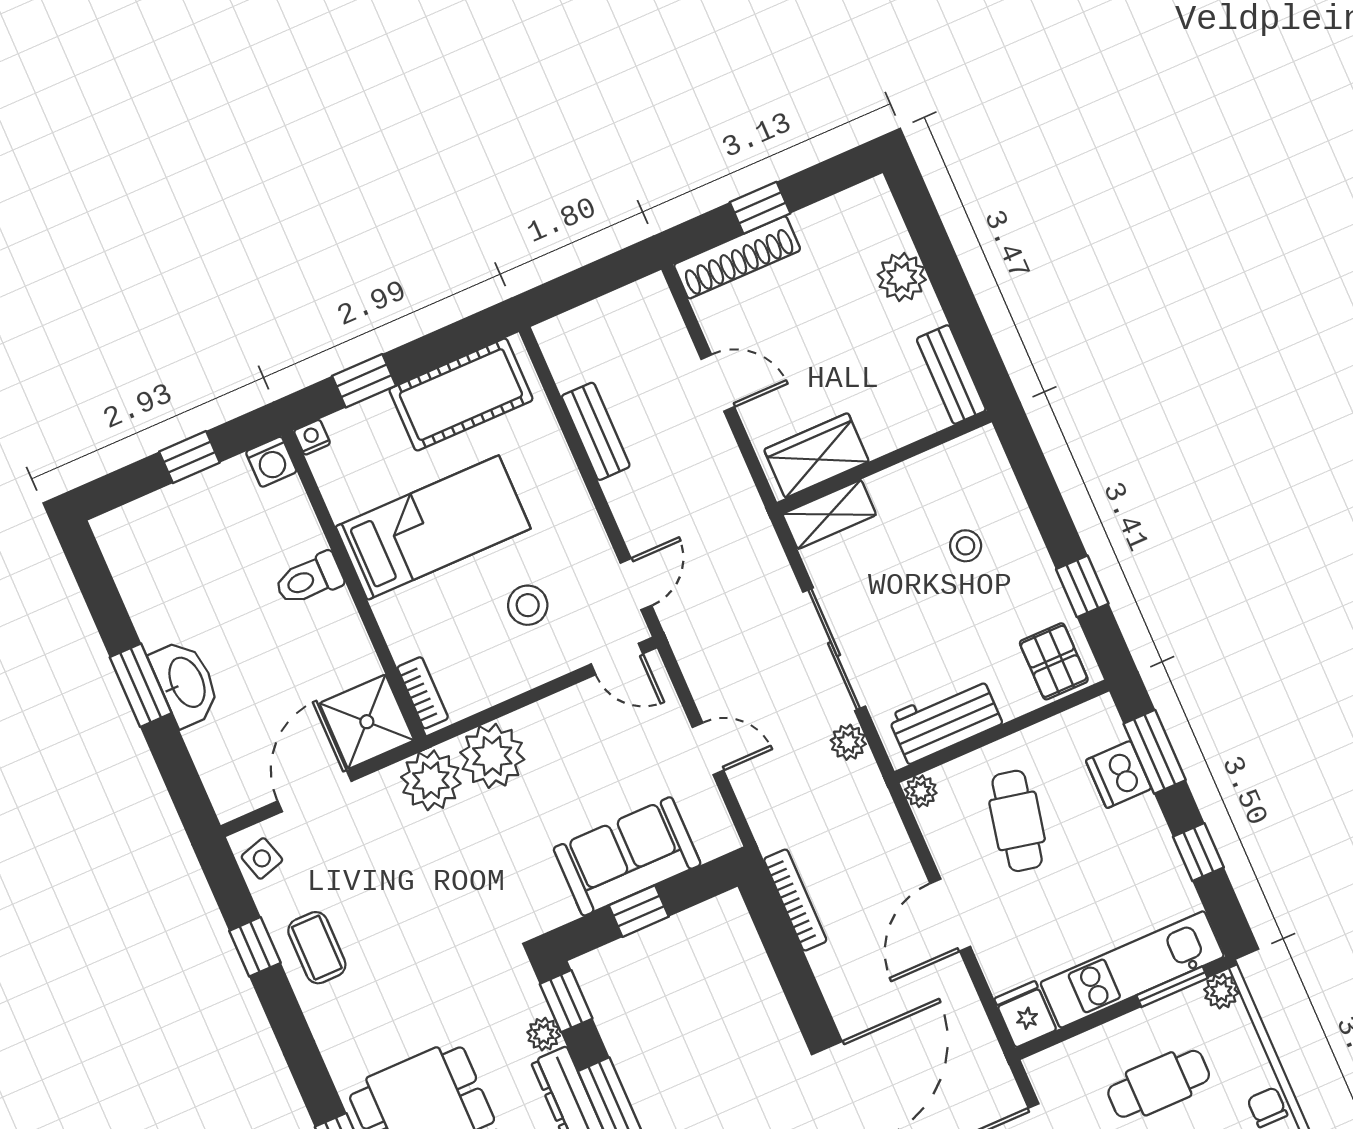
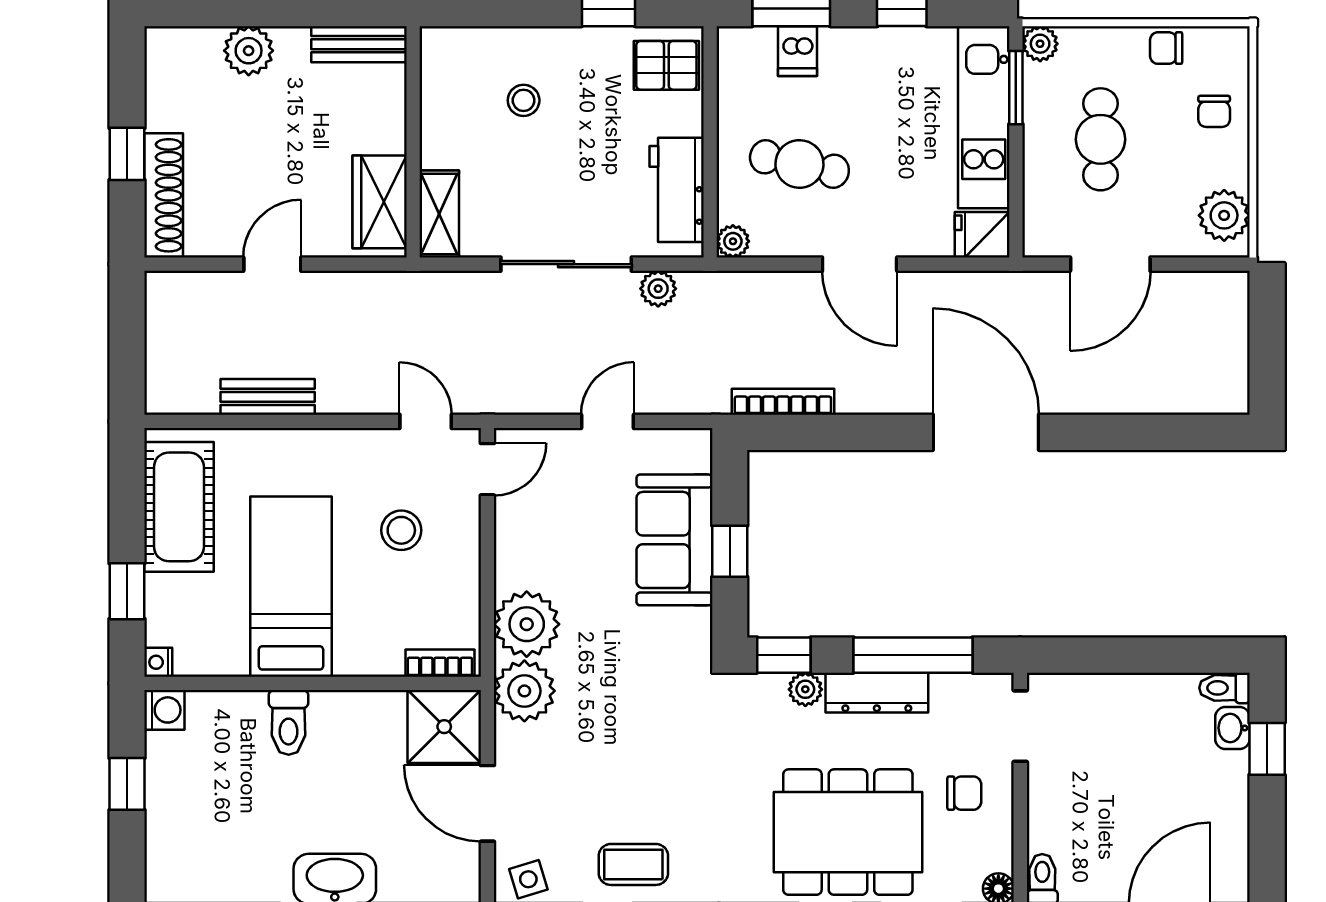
dishwasher: (1119, 774) -> (798, 51), width x0.73

